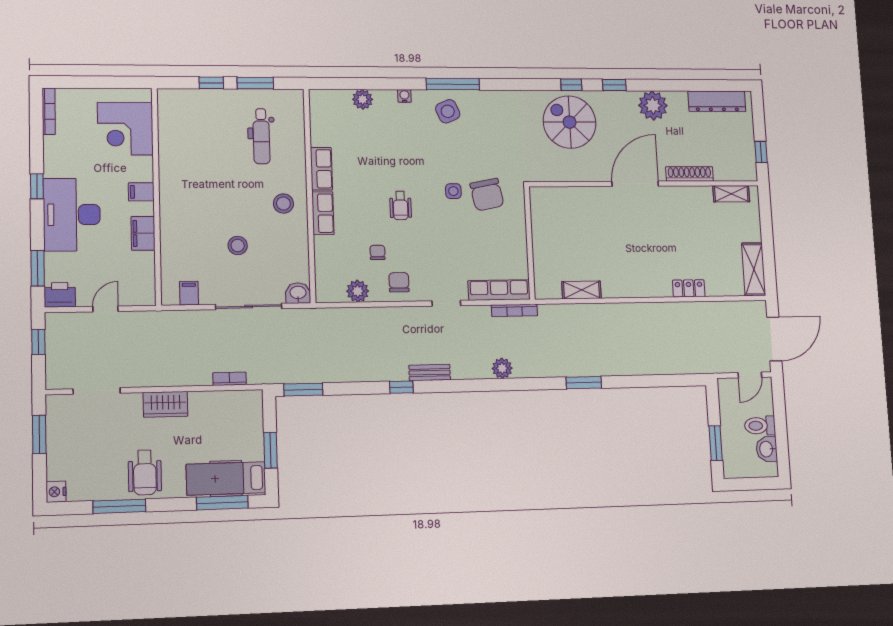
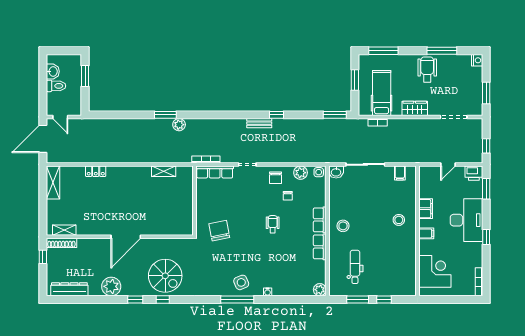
plant: (363, 99) -> (320, 290), moved
shoe rack: (689, 174) -> (61, 243), moved
side table: (453, 191) -> (319, 172), moved
stool: (238, 245) -> (399, 220), moved
plant: (502, 368) -> (179, 125), moved
door: (750, 375) -> (60, 117), swing flipped
hospital bed: (226, 478) -> (382, 93), moved, turned -90

